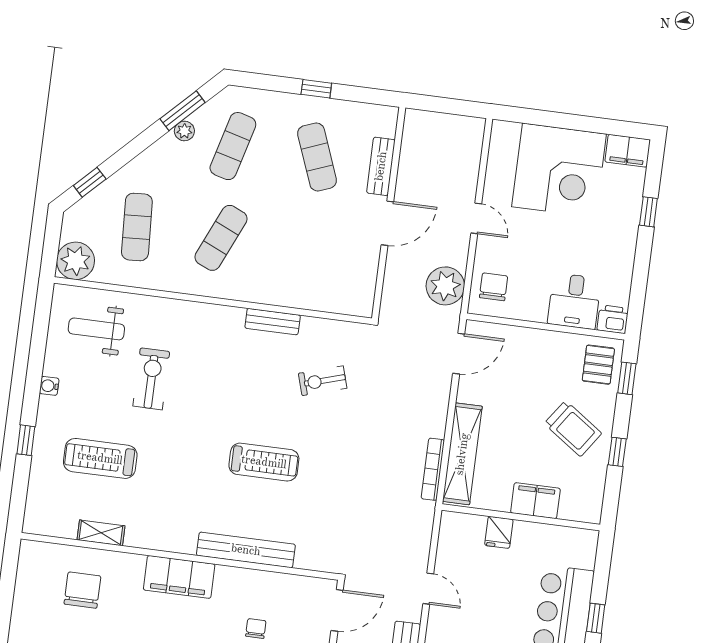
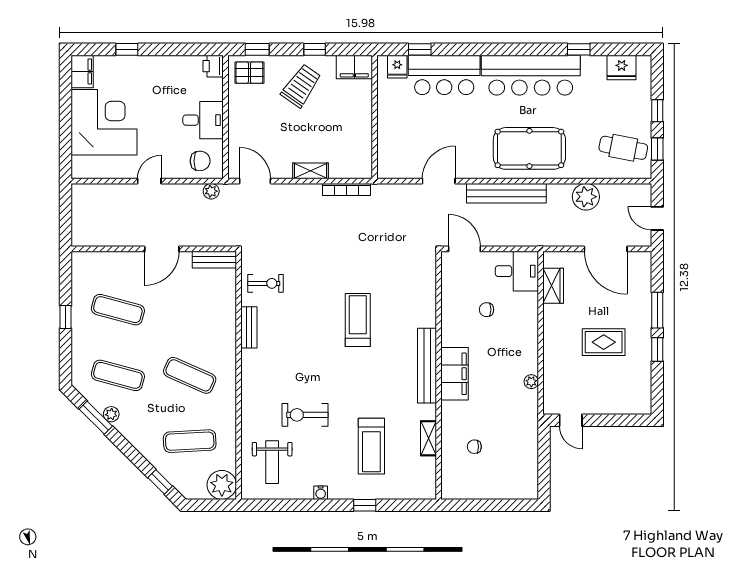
exercise mat: (317, 157) -> (118, 310), turned 36
bench: (381, 166) -> (214, 260), moved
door: (387, 223) -> (162, 249), swing flipped
plant: (445, 286) -> (211, 191), width x0.53, depth x0.53
chair: (494, 287) -> (200, 161), turned 180
desk: (574, 301) -> (203, 120), moved
exercise bike: (323, 381) -> (265, 283), moved, turned -73
shelving: (462, 454) -> (311, 171), width x0.45, depth x0.75
filing cabinet: (535, 501) -> (354, 67), moved, turned -90
fridge: (499, 532) -> (397, 67), moved, turned 90
bench: (246, 550) -> (427, 366), moved
door: (428, 589) -> (439, 181), width x1.38
chair: (82, 590) -> (474, 447), width x0.54, depth x0.54
window: (596, 618) -> (420, 49), moved

